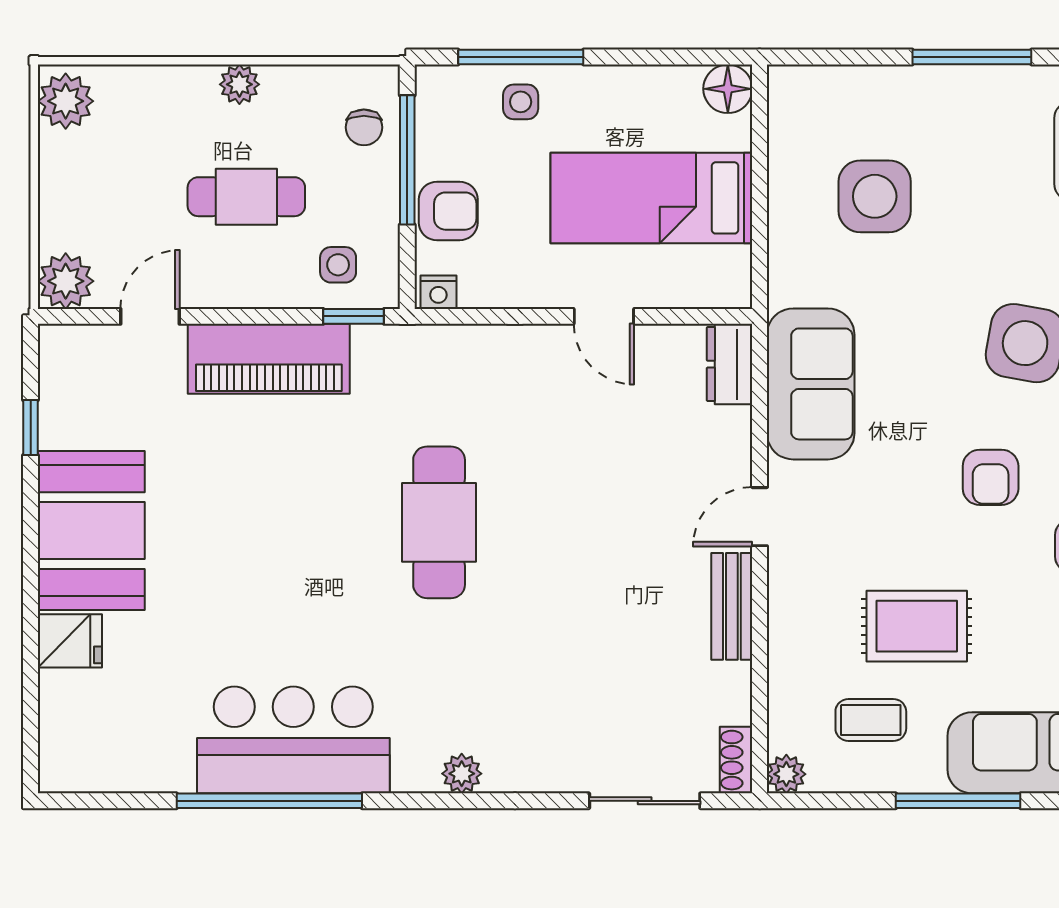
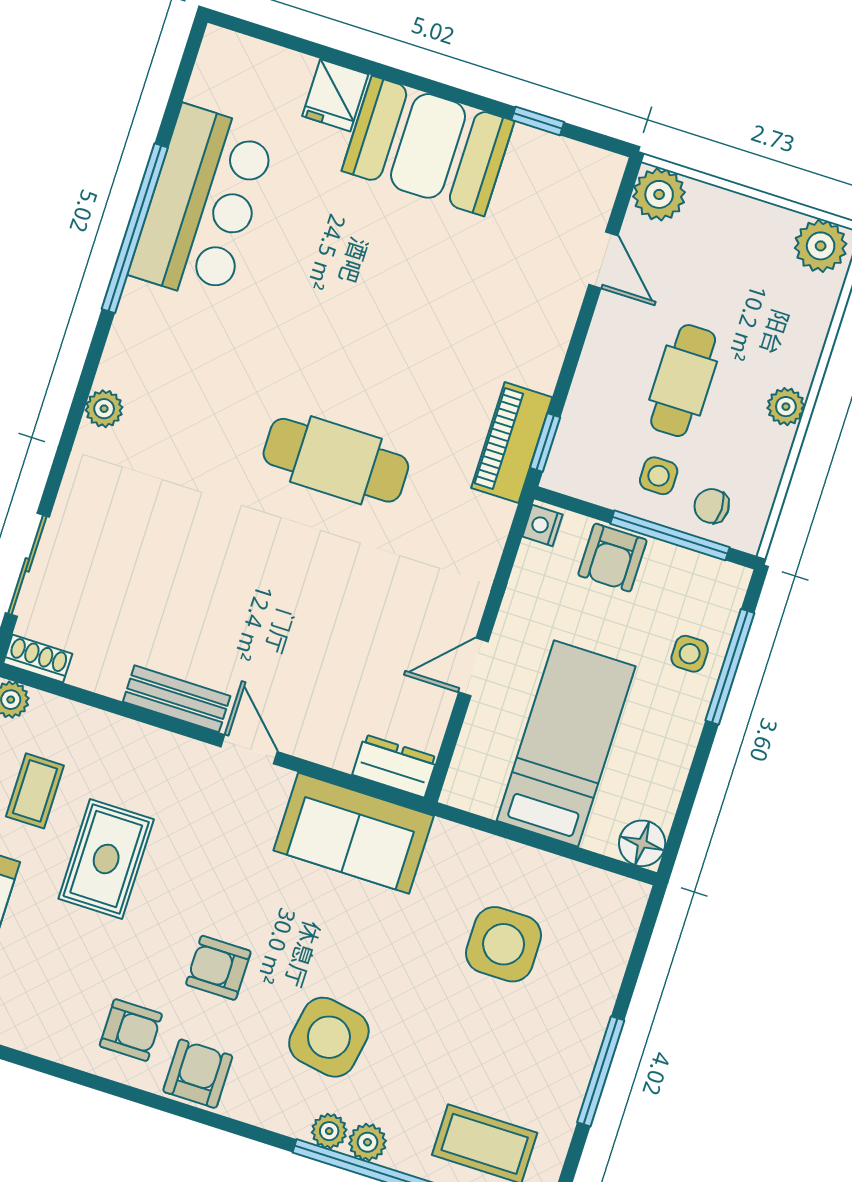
side table: (338, 265) -> (659, 476), moved
piano: (269, 359) -> (512, 443), moved, width x0.73, depth x0.75
bar counter: (293, 740) -> (203, 204), moved

